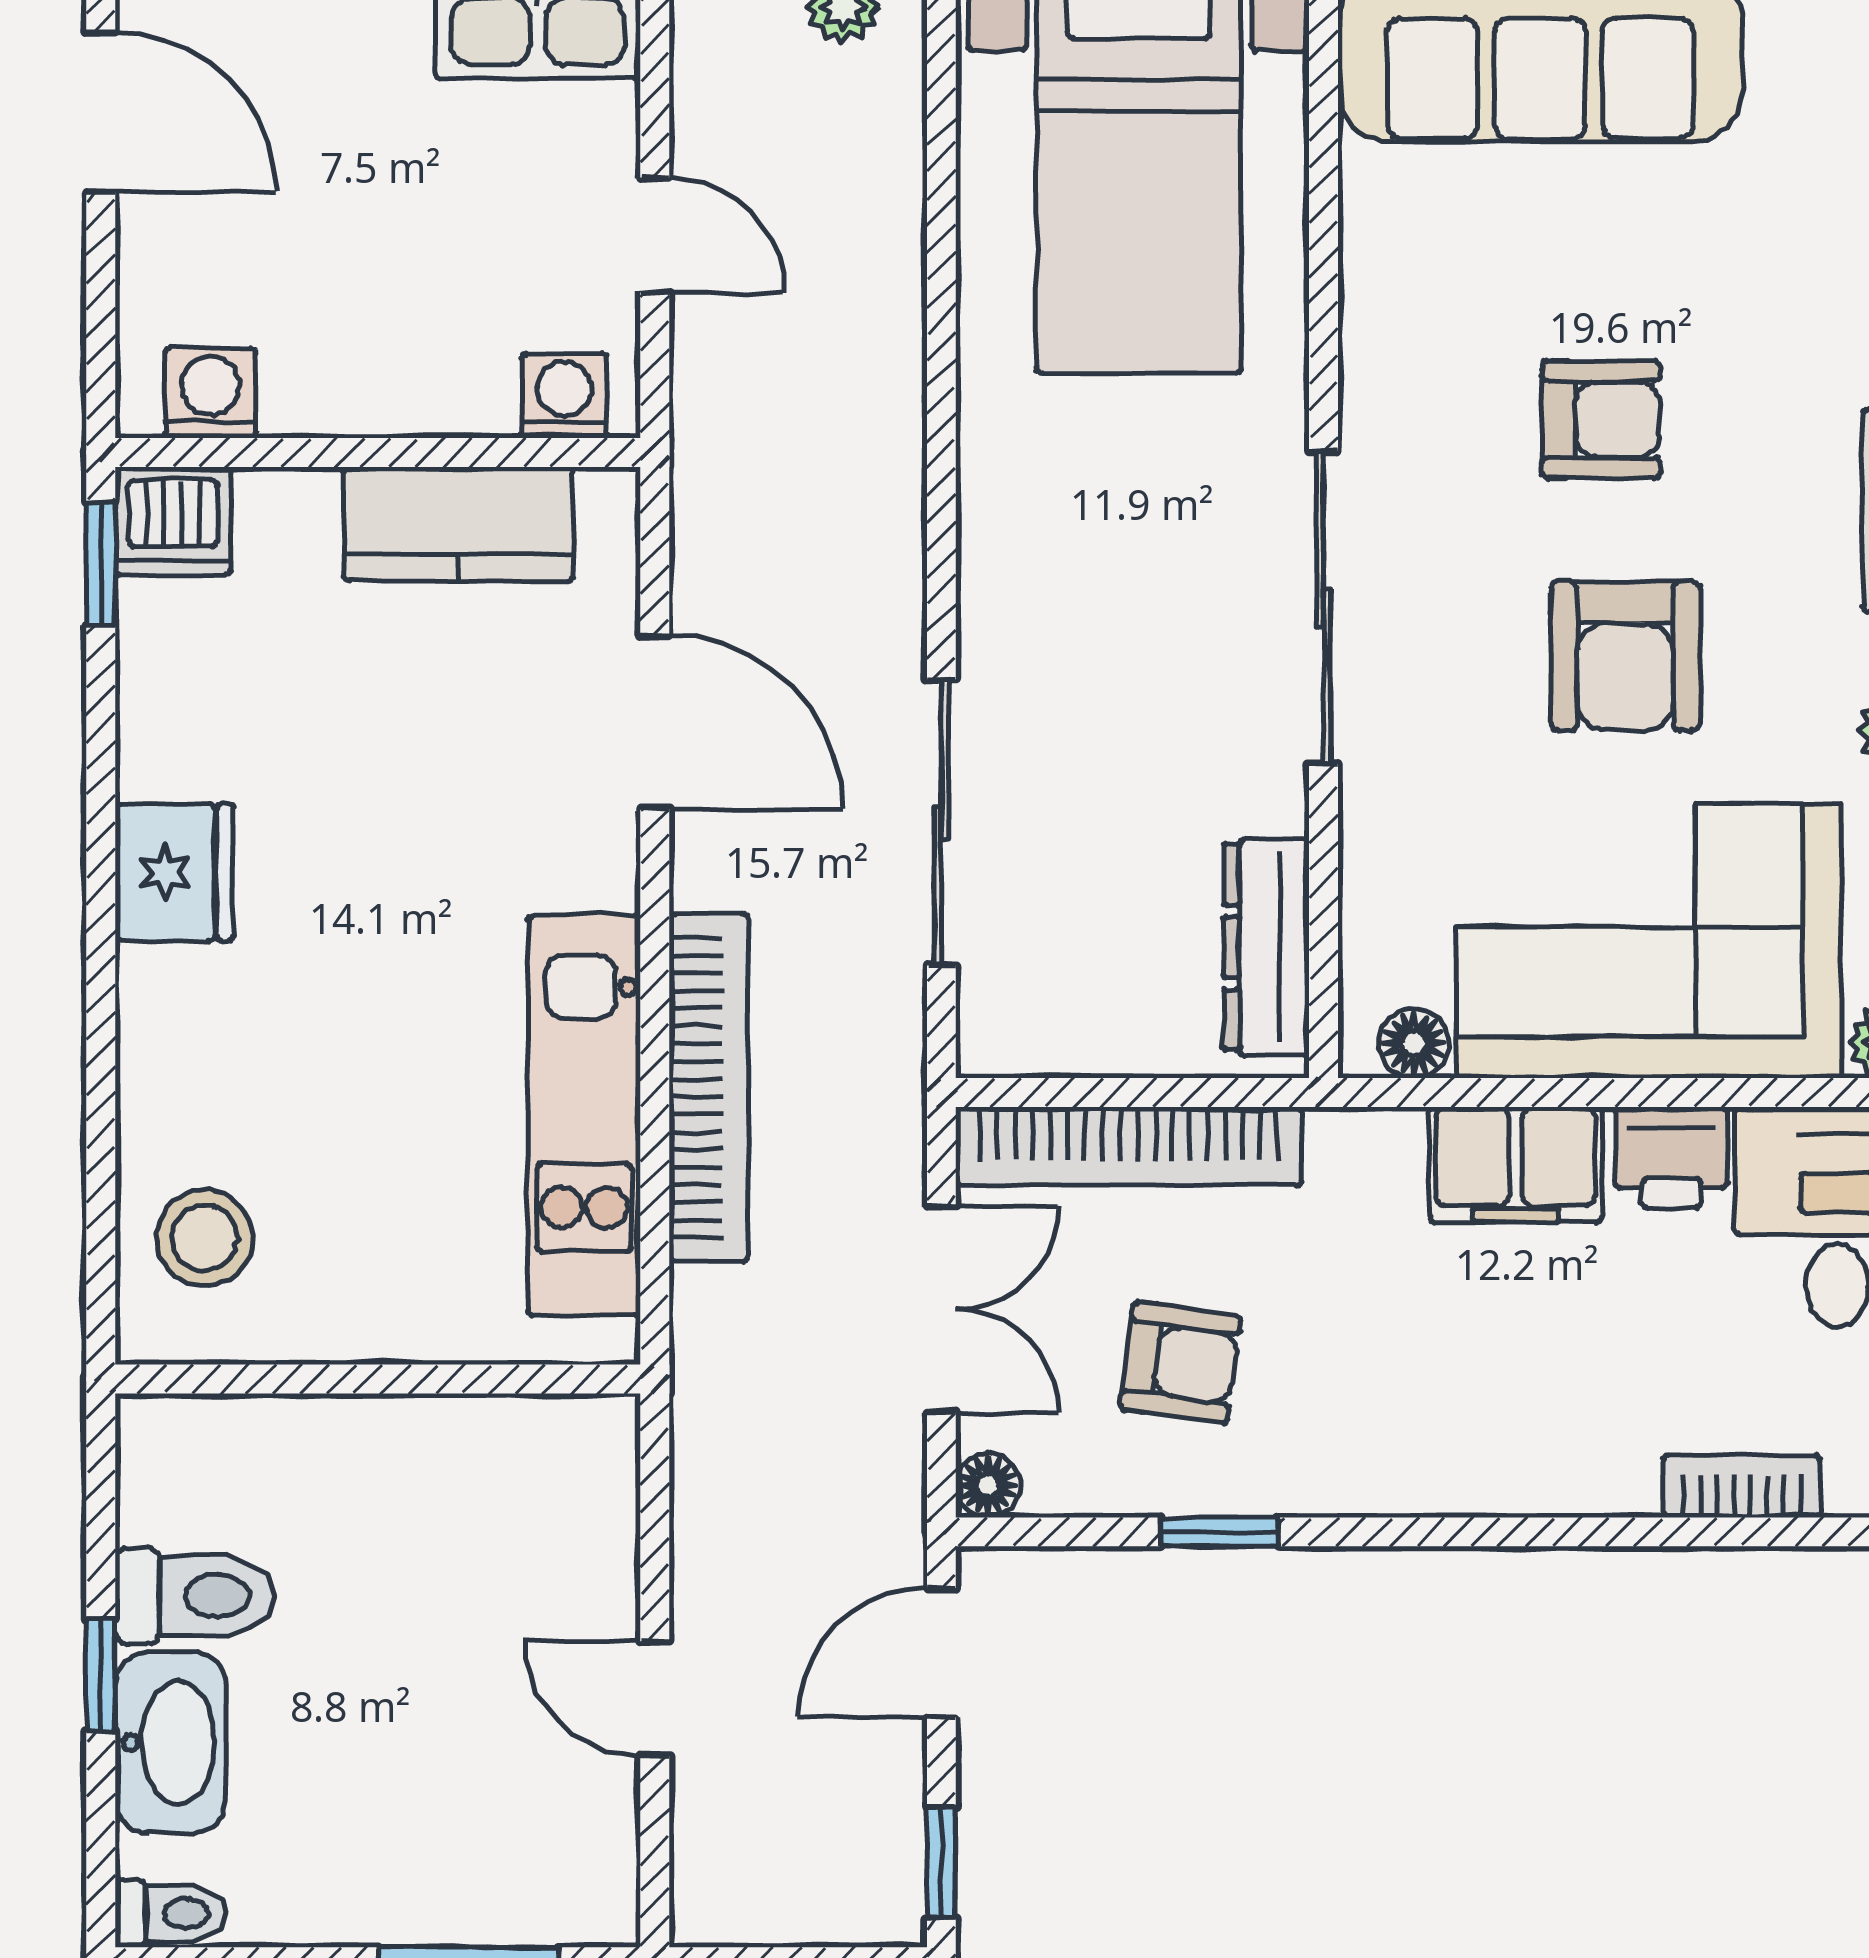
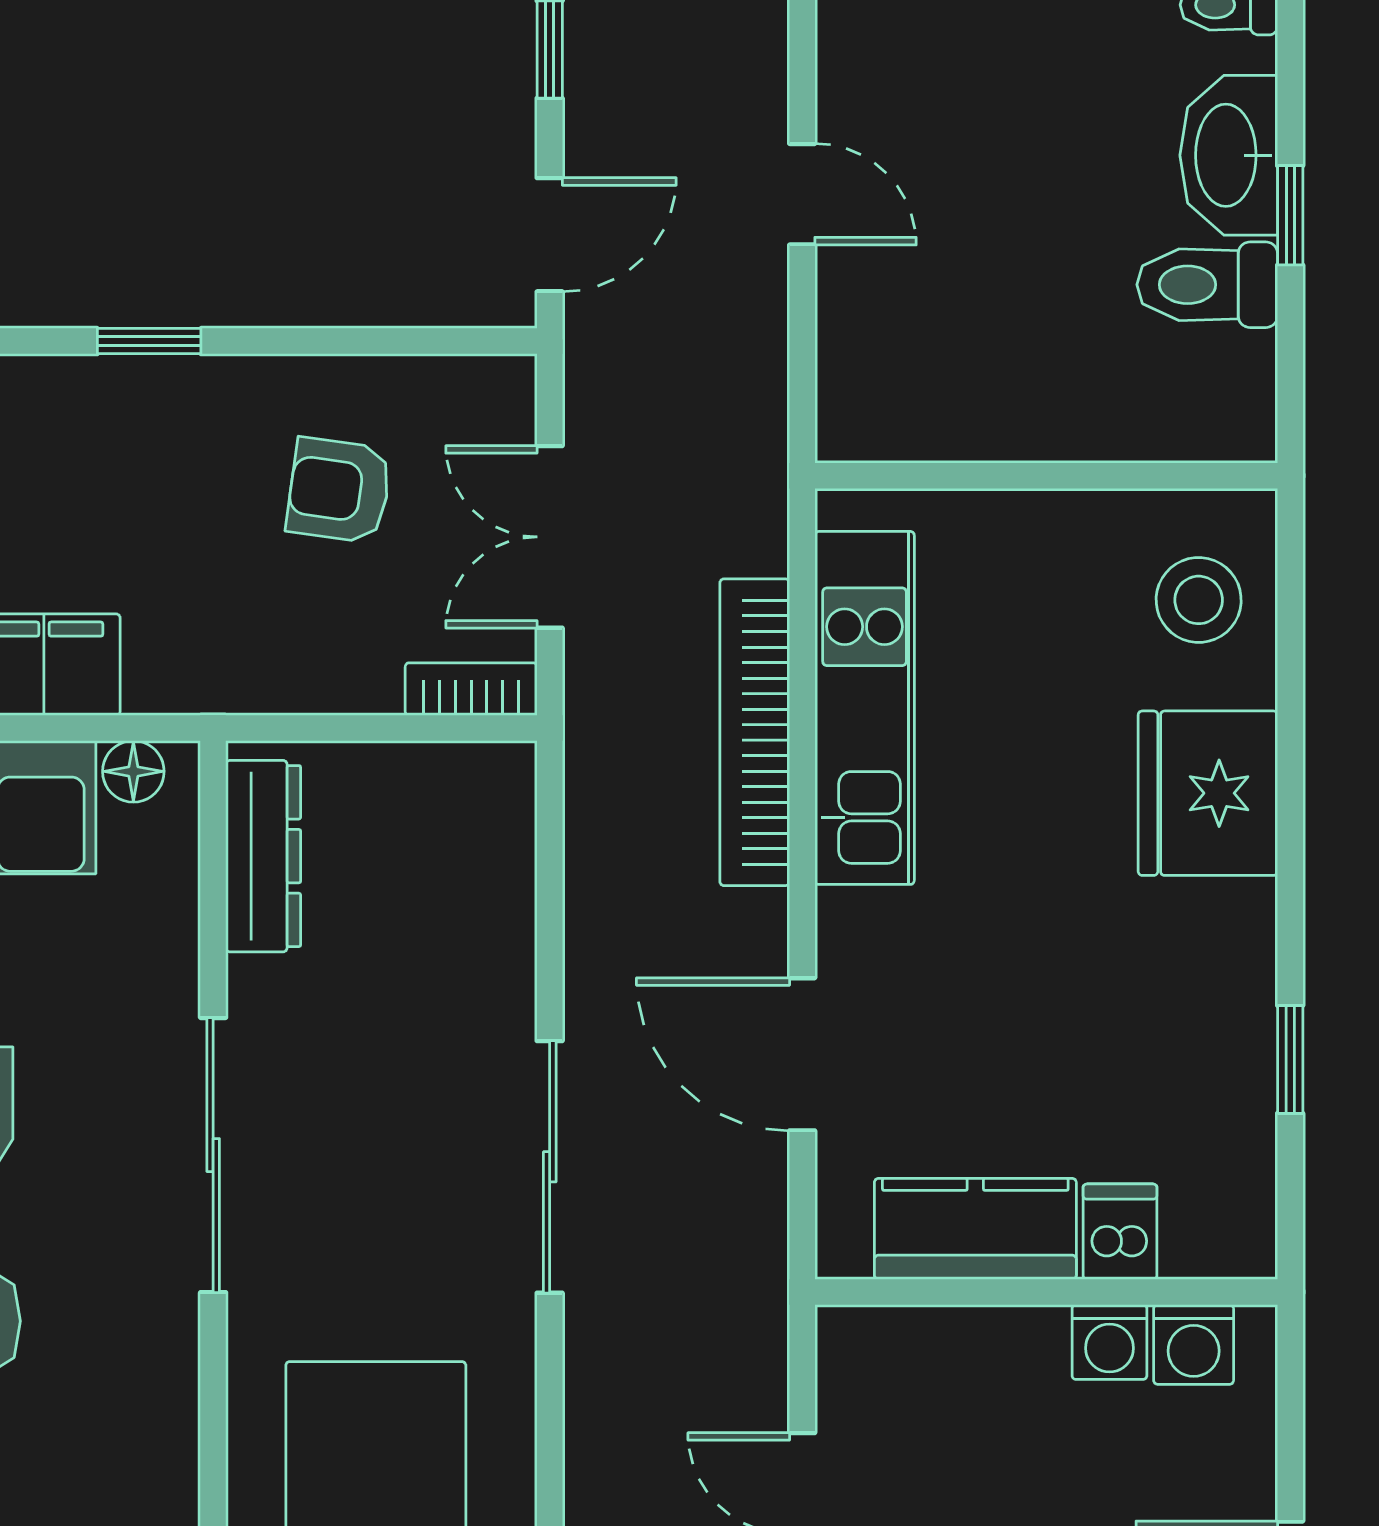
washing machine: (564, 396) -> (1109, 1342), moved
dishwasher: (173, 521) -> (1120, 1232), moved, width x0.73
window: (101, 564) -> (1290, 1059), moved
sliding door: (941, 822) -> (550, 1167), moved
fridge: (174, 872) -> (1208, 793), moved, width x1.36, depth x1.34
bookcase: (1129, 1146) -> (471, 689), width x0.43, depth x0.76
floor lamp: (988, 1485) -> (509, 382), removed
window: (1219, 1532) -> (149, 341), moved

